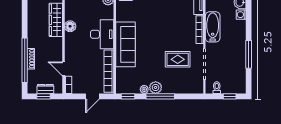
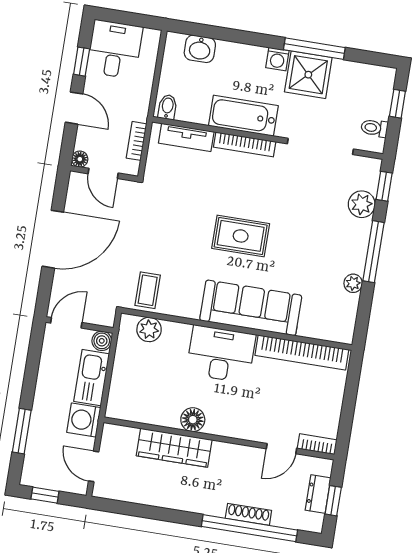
washing machine: (241, 15) -> (277, 59), moved
shower: (236, 53) -> (308, 75), added
rug: (178, 59) -> (241, 236), moved, turned 90
plant: (156, 87) -> (362, 204), moved
door: (92, 96) -> (350, 396), removed
window: (128, 96) -> (384, 186), moved

